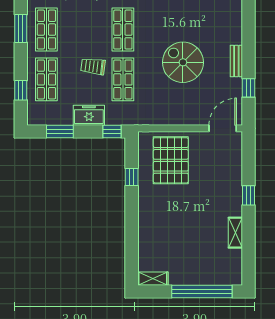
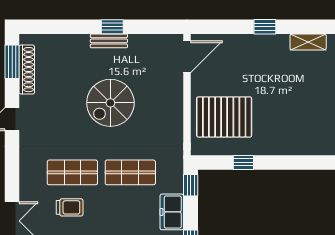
trolley: (93, 66) -> (70, 207), moved, turned -97
window: (249, 88) -> (112, 27), moved
door: (223, 128) -> (187, 57), swing flipped

